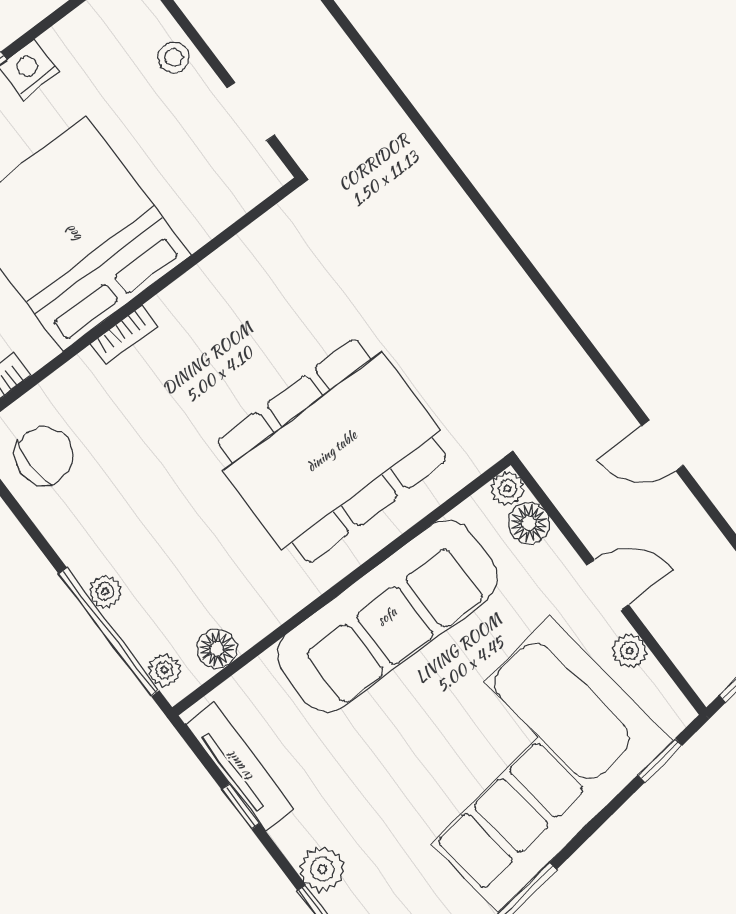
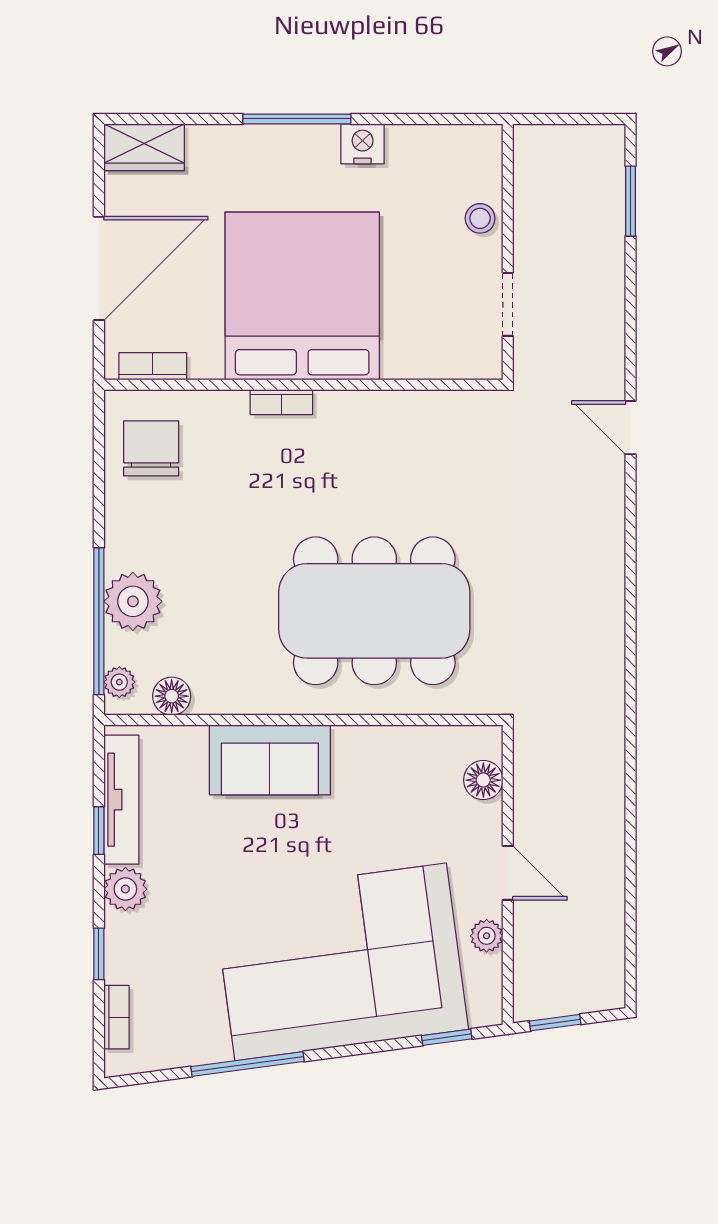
door: (663, 446) -> (630, 428), moved
chair: (44, 455) -> (151, 448), turned -90
plant: (507, 488) -> (487, 741), removed
plant: (105, 591) -> (133, 601), width x1.88, depth x1.88
sofa: (387, 616) -> (270, 760), width x0.54, depth x0.79
plant: (322, 869) -> (125, 889), moved

